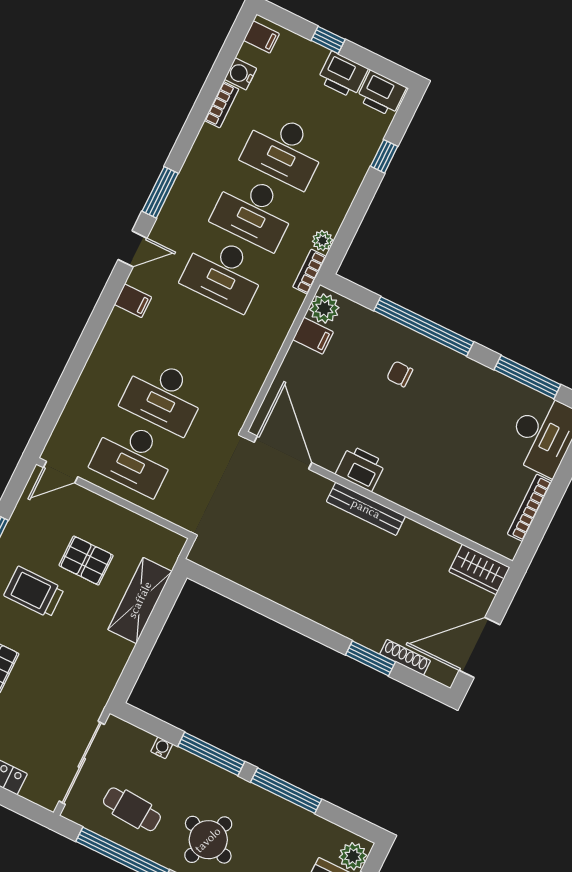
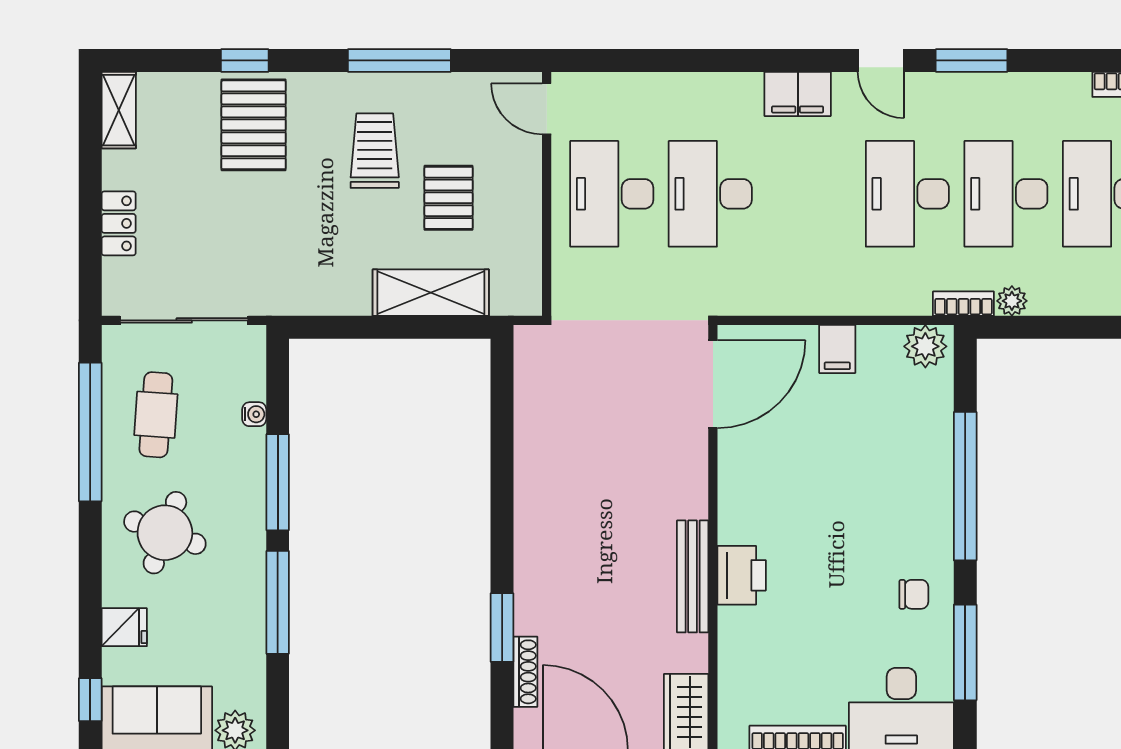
filing cabinet: (133, 301) -> (798, 94), width x2.00
filing cabinet: (313, 336) -> (837, 349), moved
chair: (400, 374) -> (914, 594), moved, turned 90
printer: (361, 468) -> (742, 575), moved
bench: (366, 509) -> (693, 576), moved

